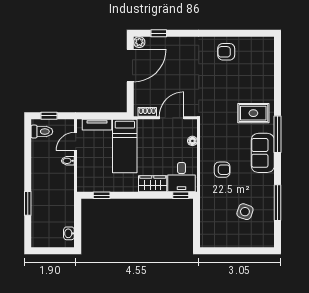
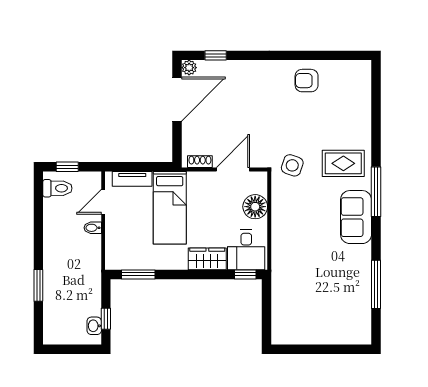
floor lamp: (192, 141) -> (255, 207), width x1.89, depth x1.89
armchair: (222, 170) -> (301, 240), removed
window: (102, 195) -> (138, 274), width x1.50
side table: (245, 212) -> (292, 165), moved
window: (78, 228) -> (106, 319), added

